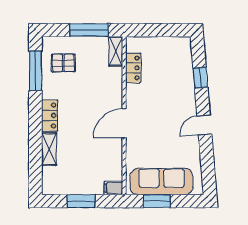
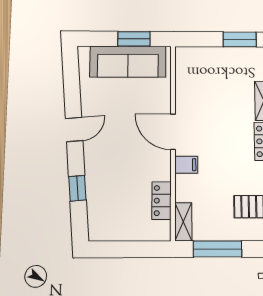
door: (124, 123) -> (173, 132), swing flipped
filing cabinet: (113, 188) -> (186, 165), moved
window: (81, 201) -> (240, 39), moved

